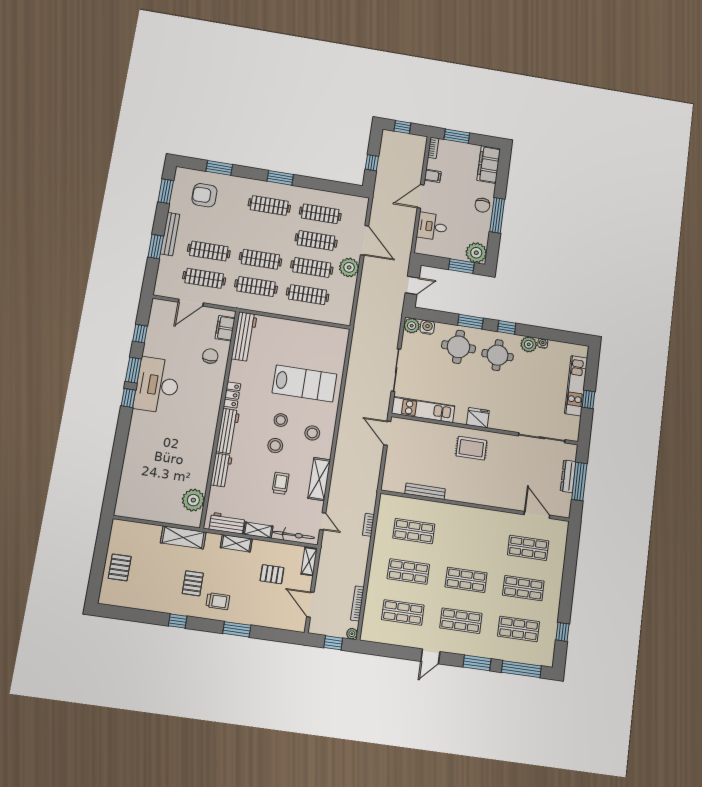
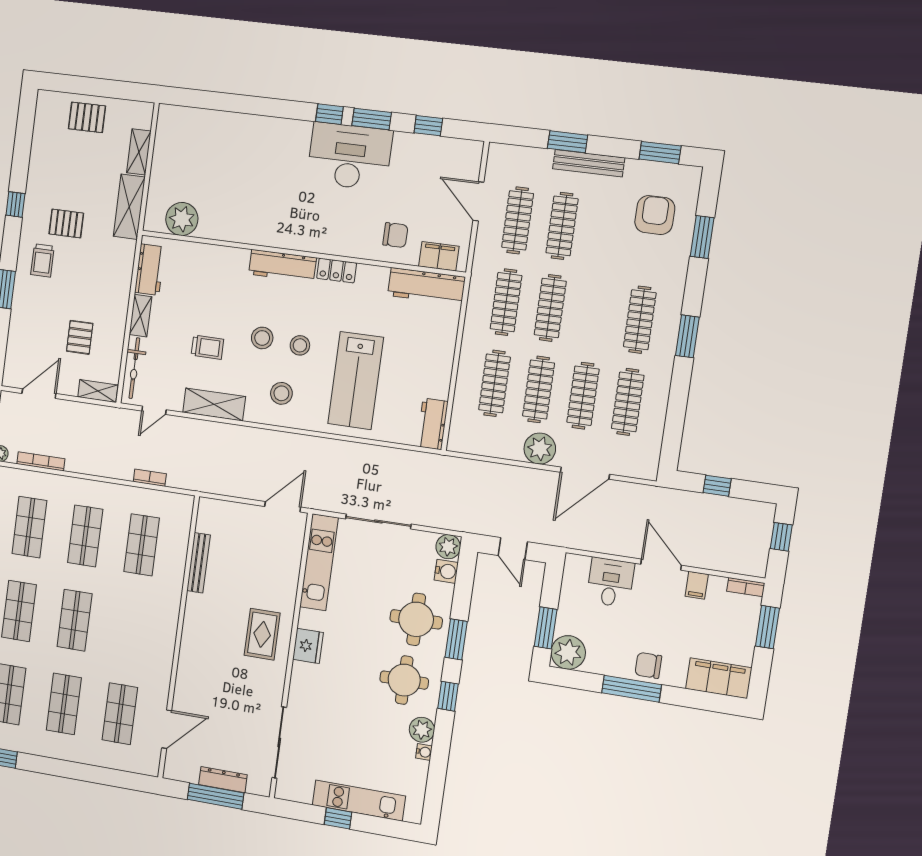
workbench: (221, 470) -> (432, 424), moved, turned 90
shelving: (236, 543) -> (139, 152), moved

